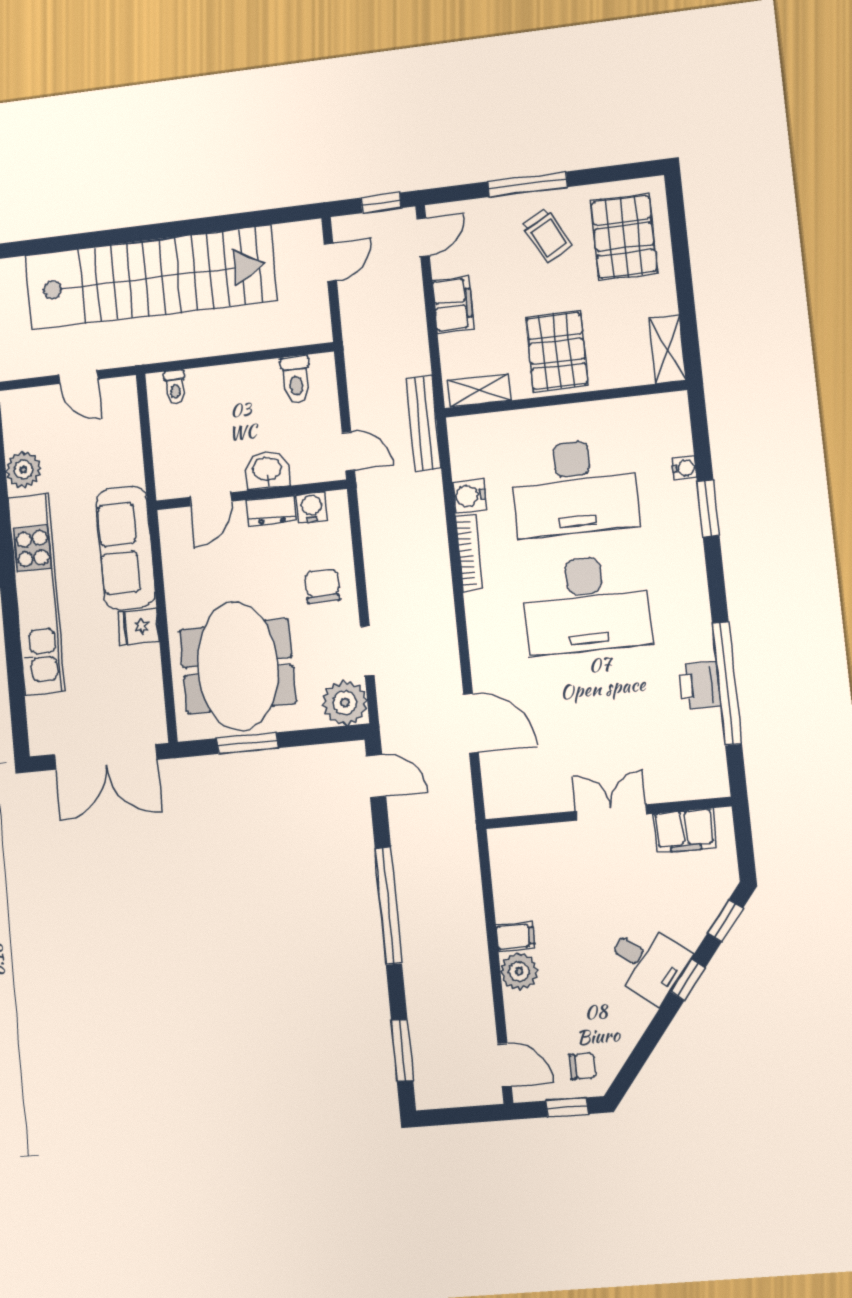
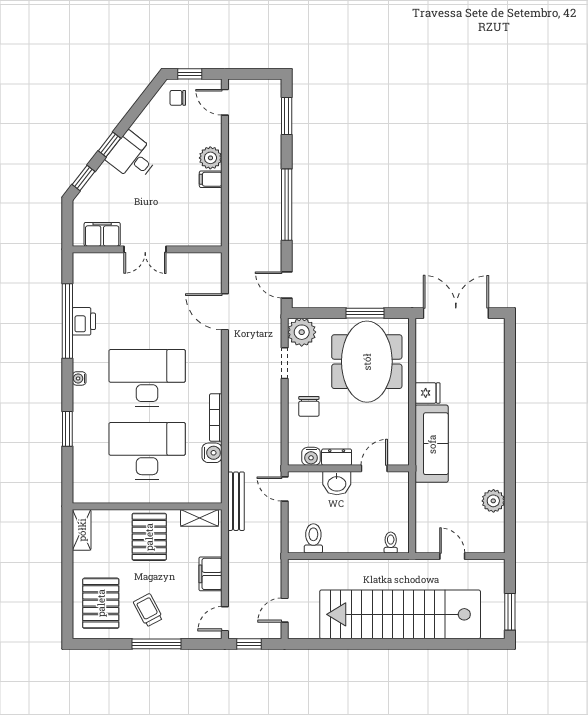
water cooler: (684, 468) -> (79, 378), moved
kitchen unit: (36, 594) -> (492, 421), removed

